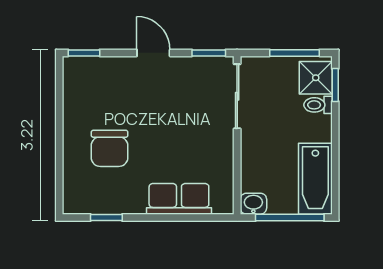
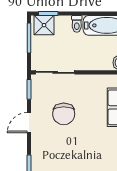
toilet: (318, 105) -> (77, 24), moved
chair: (110, 148) -> (64, 114), moved, turned 90

